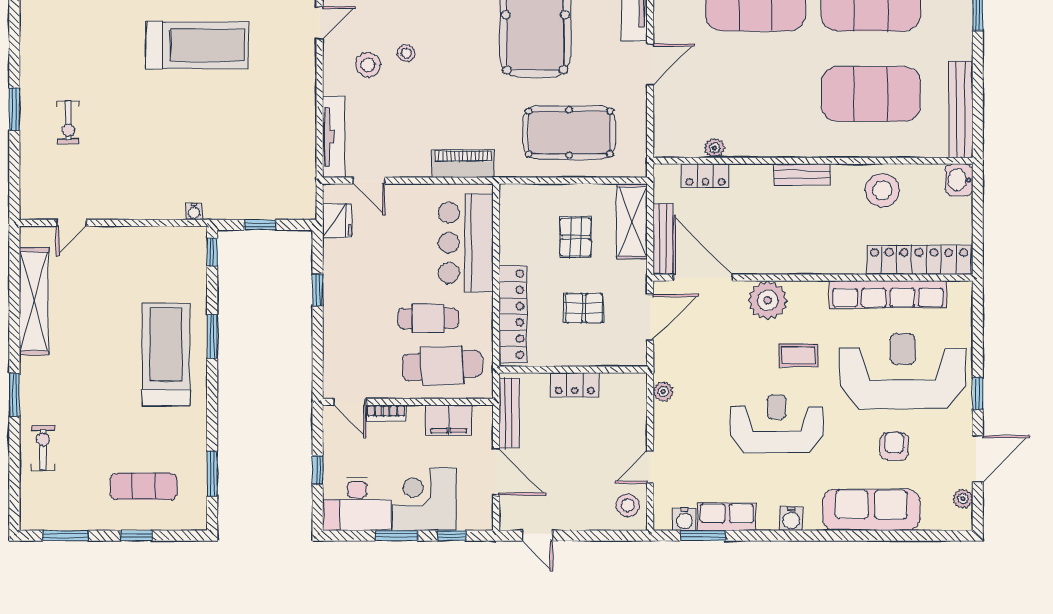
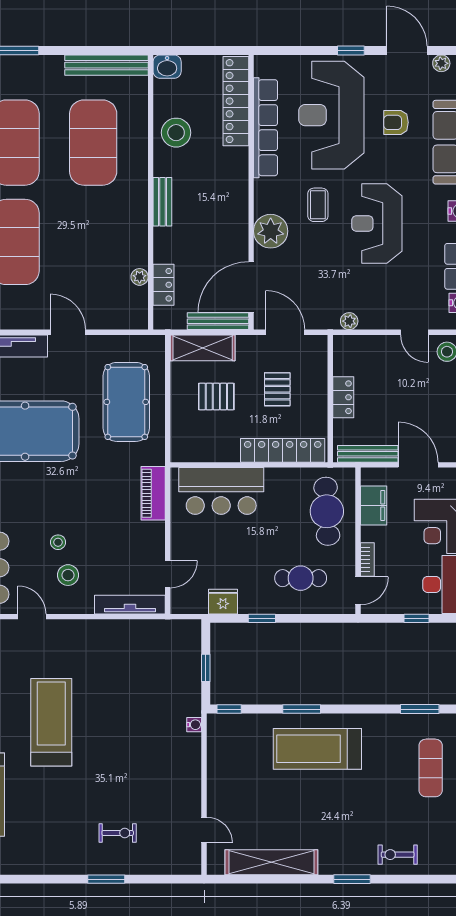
fridge: (337, 221) -> (223, 602), moved
cafe table: (428, 318) -> (301, 578), moved, turned 90
door: (496, 472) -> (418, 465), hinge flipped

